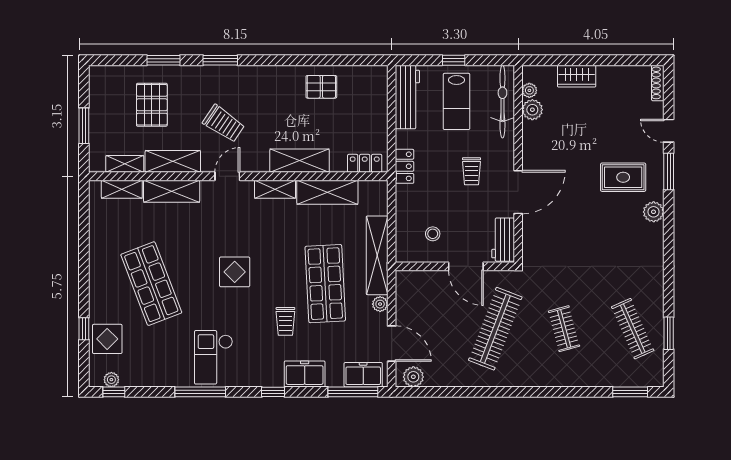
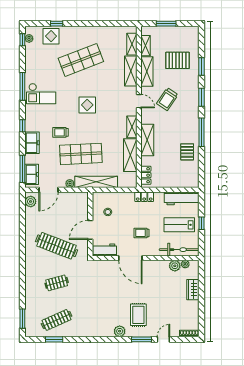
window: (285, 60) -> (201, 132), added
checkout: (214, 357) -> (41, 94), turned 180

